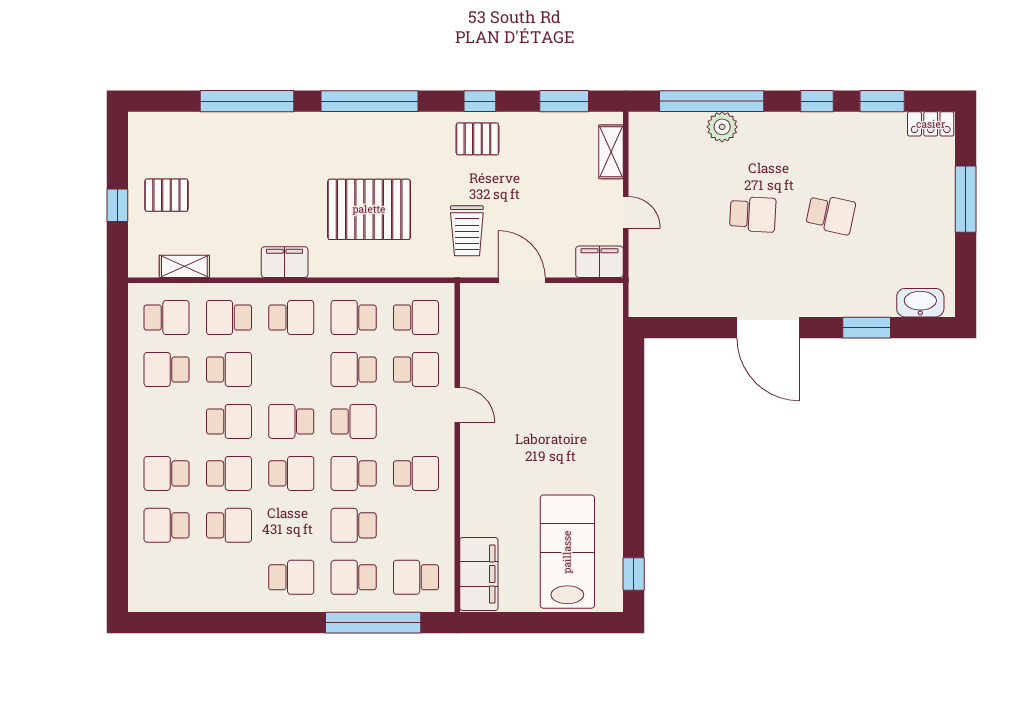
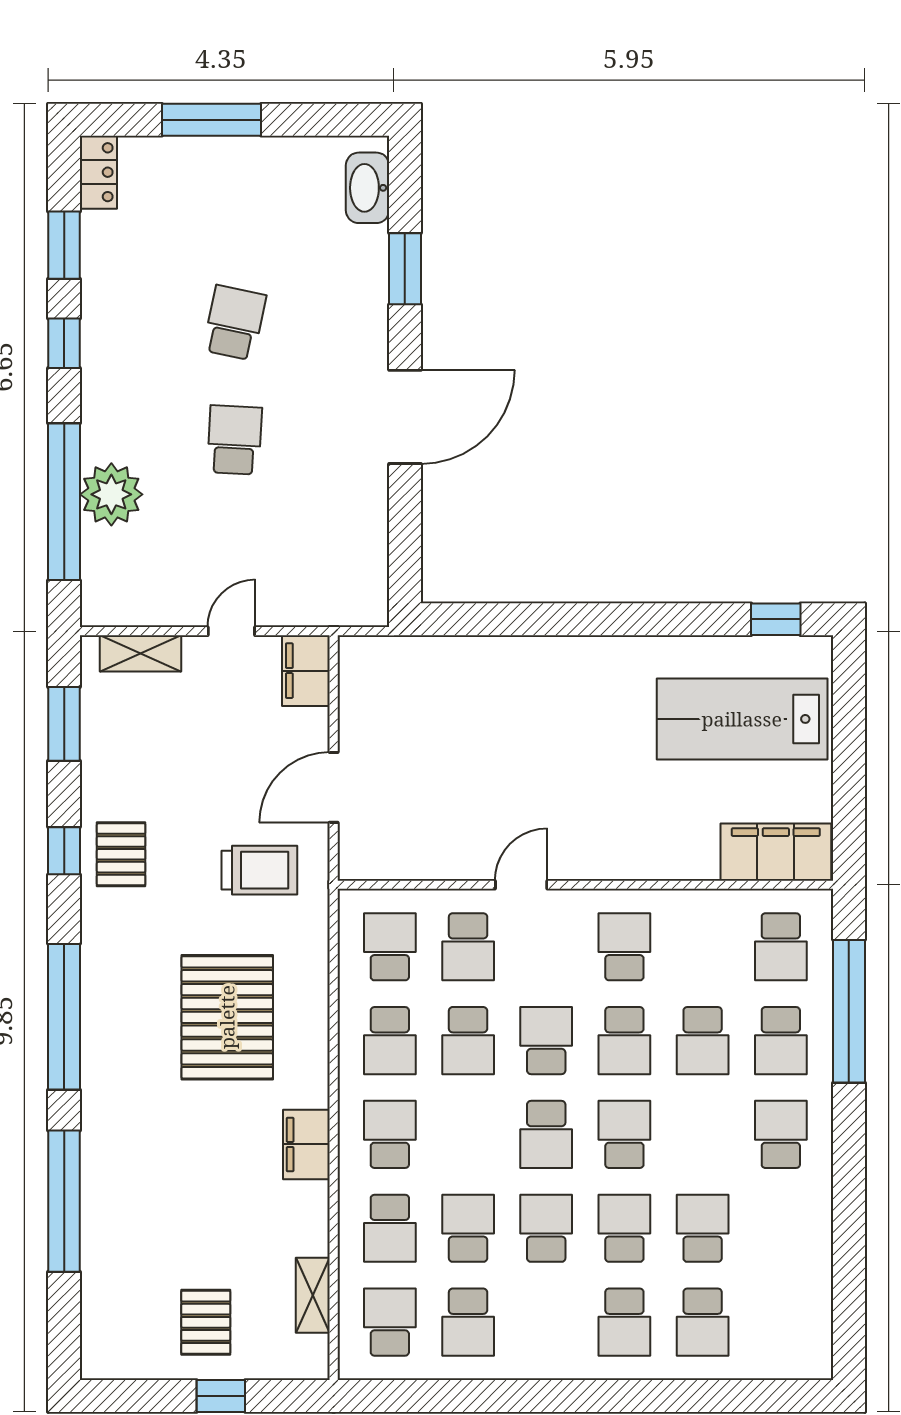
plant: (722, 127) -> (111, 494), width x1.36, depth x1.36
school desk: (416, 369) -> (468, 947), turned 180

